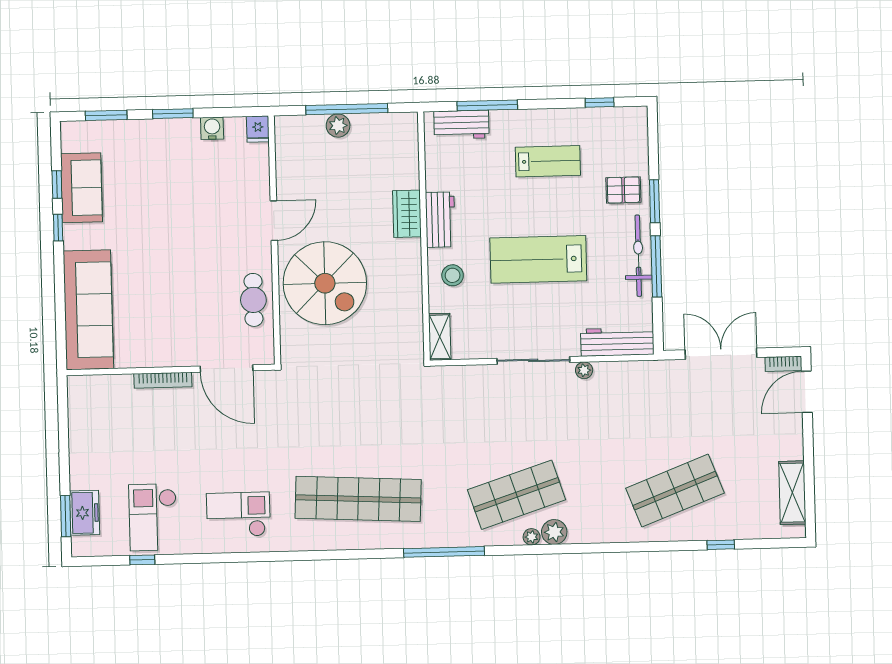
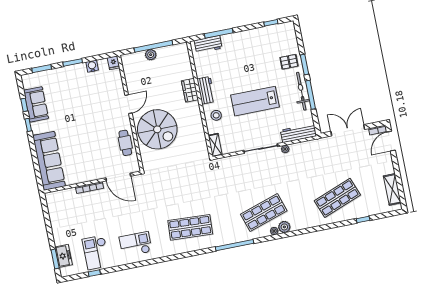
lab bench: (548, 161) -> (251, 54), removed
shop shelf: (358, 499) -> (190, 227), width x0.71

